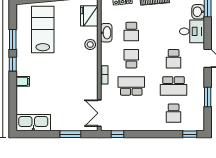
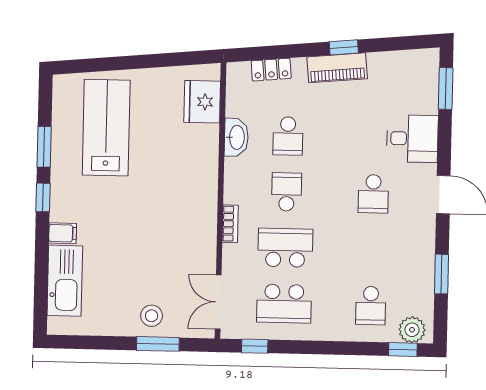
washbasin: (198, 12) -> (426, 98), removed
stool: (90, 44) -> (152, 316), moved
school desk: (174, 86) -> (284, 304), moved
kitchen sink: (33, 123) -> (65, 281), moved, turned 90
plant: (194, 124) -> (412, 330), added

